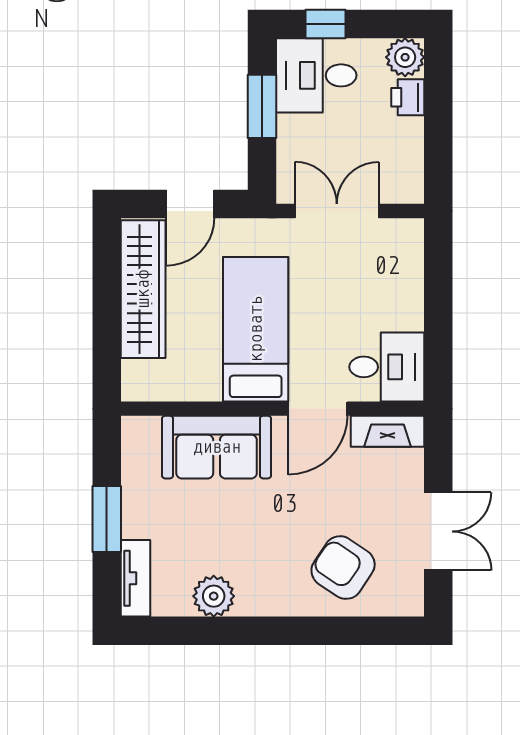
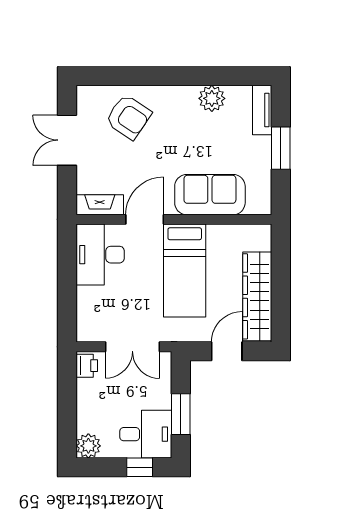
printer: (408, 97) -> (87, 366), moved
desk: (387, 367) -> (100, 255), width x1.37

